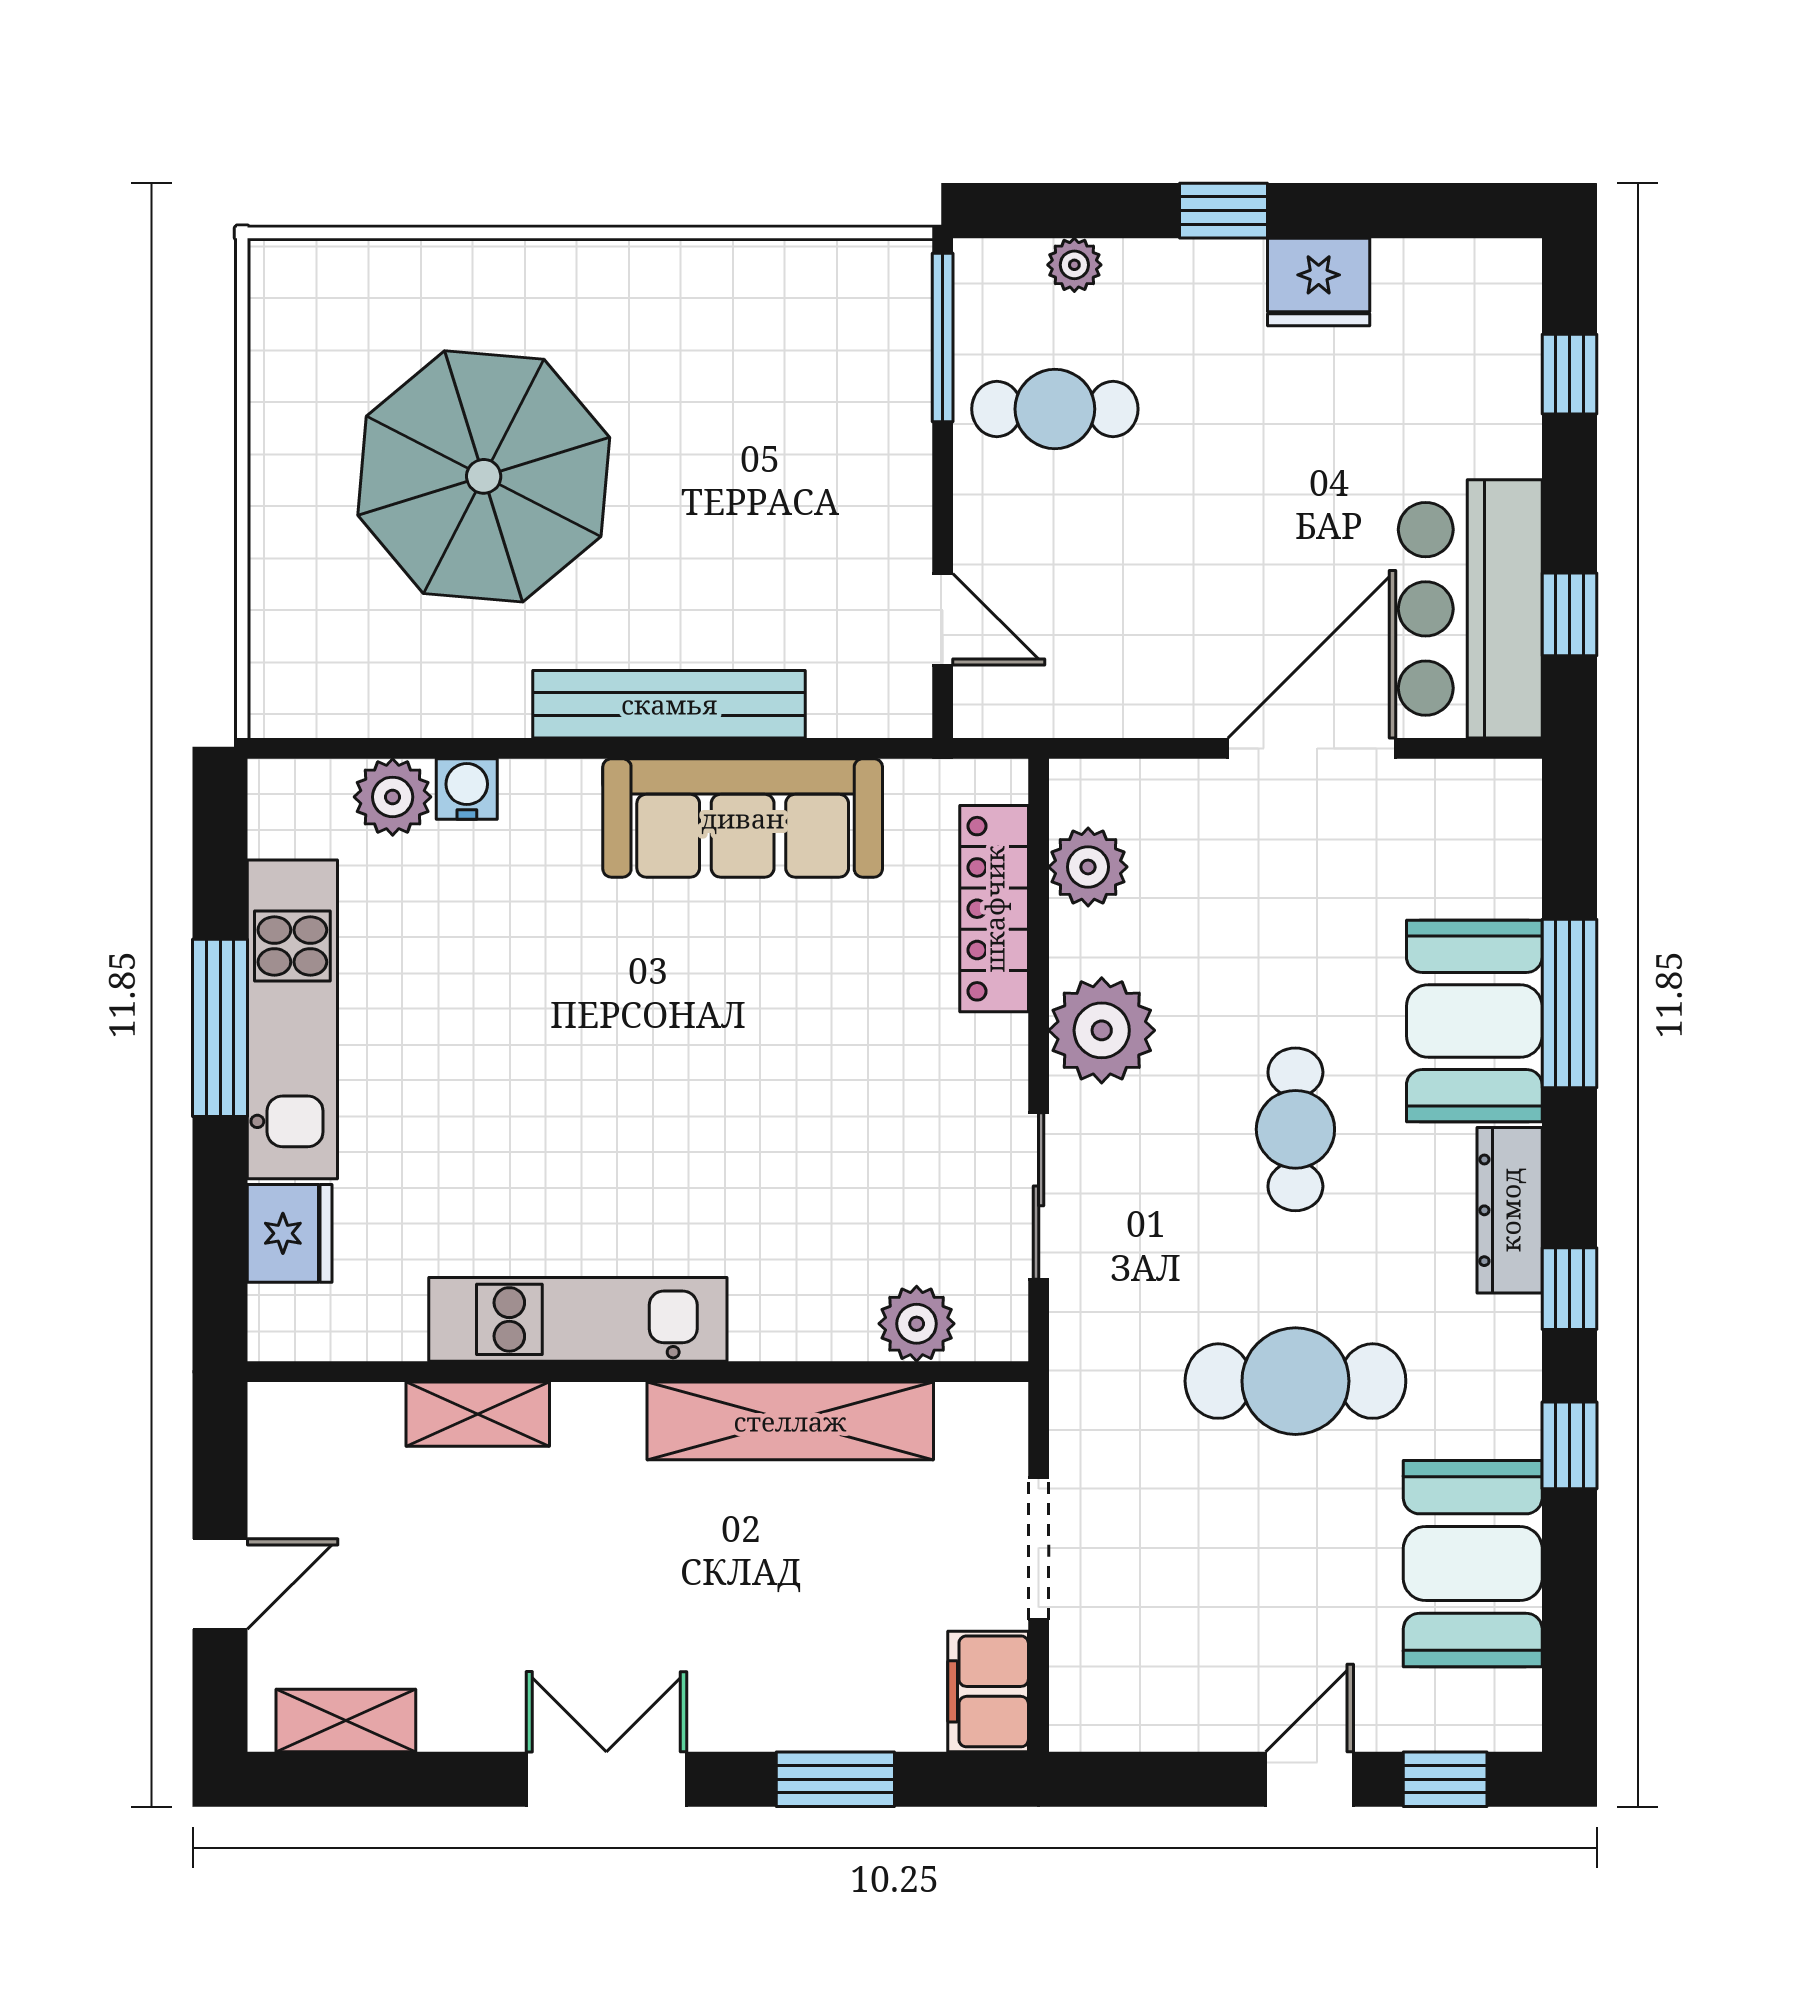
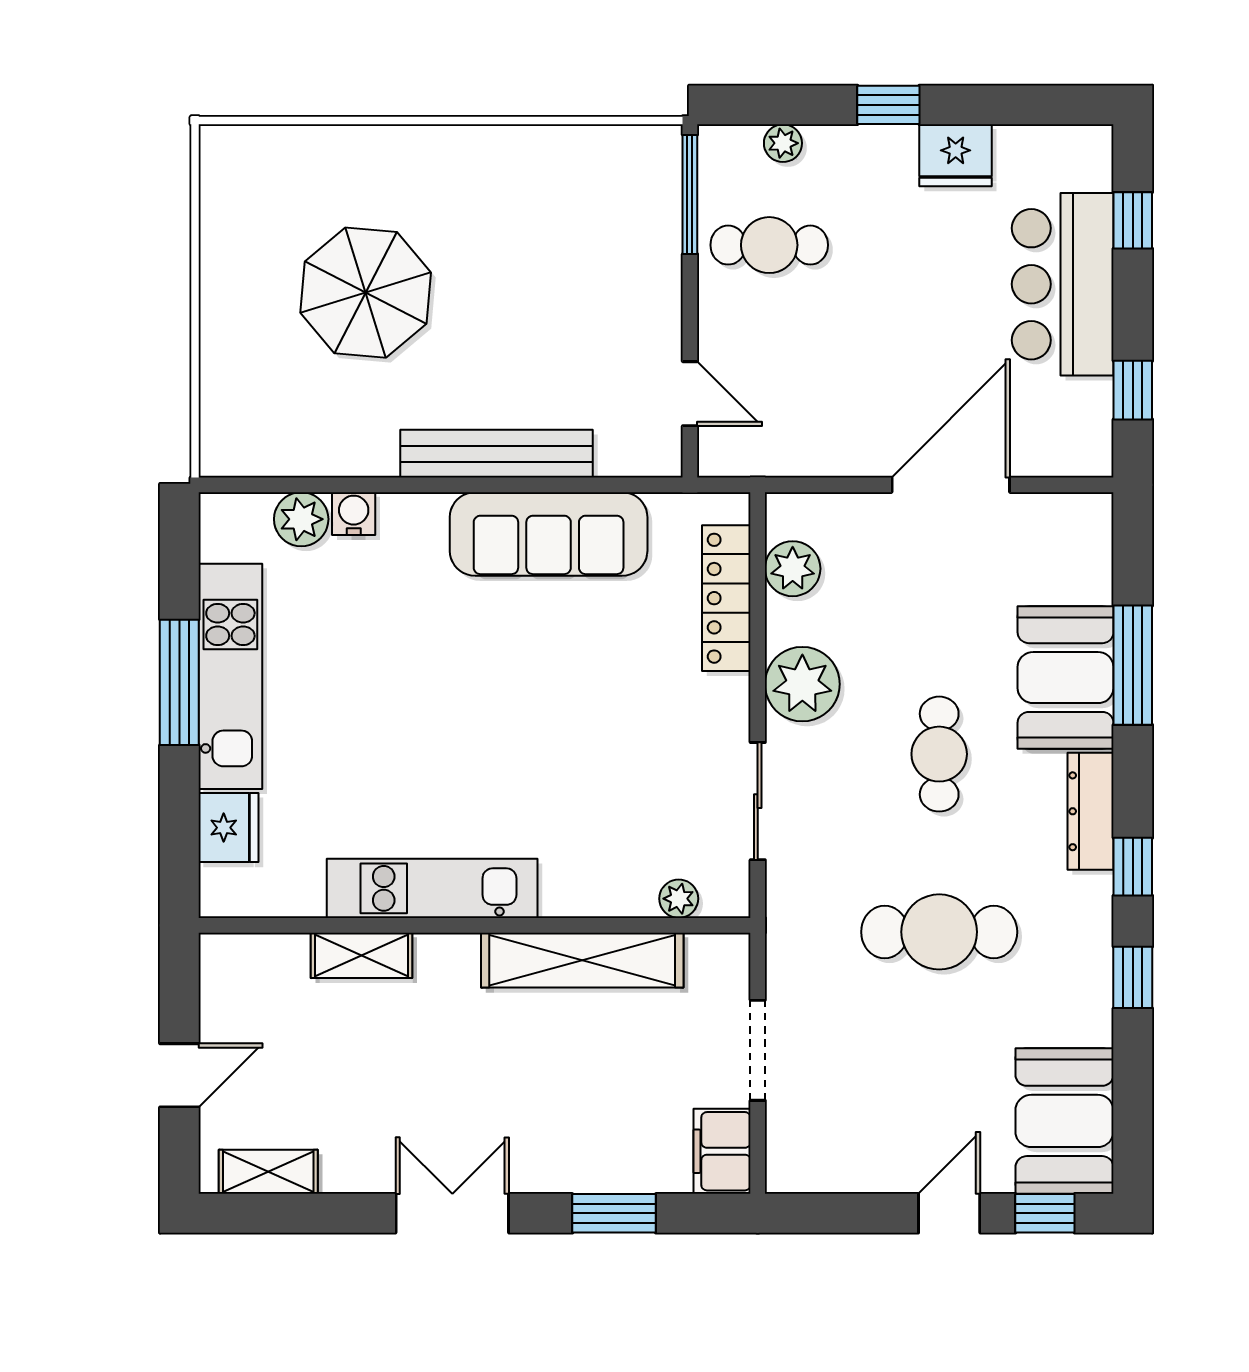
parasol: (484, 476) -> (366, 293), width x0.73, depth x0.73
bar counter: (1470, 609) -> (1063, 284), moved
plant: (917, 1324) -> (679, 899), width x0.73, depth x0.73
booth: (1473, 1564) -> (1064, 1121), moved

